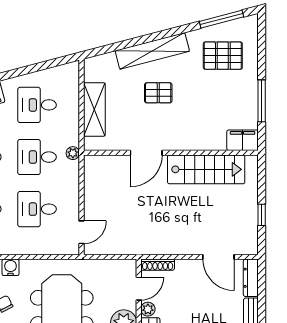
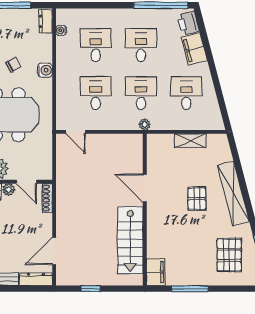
shelving: (94, 109) -> (190, 141), width x0.67, depth x0.75

